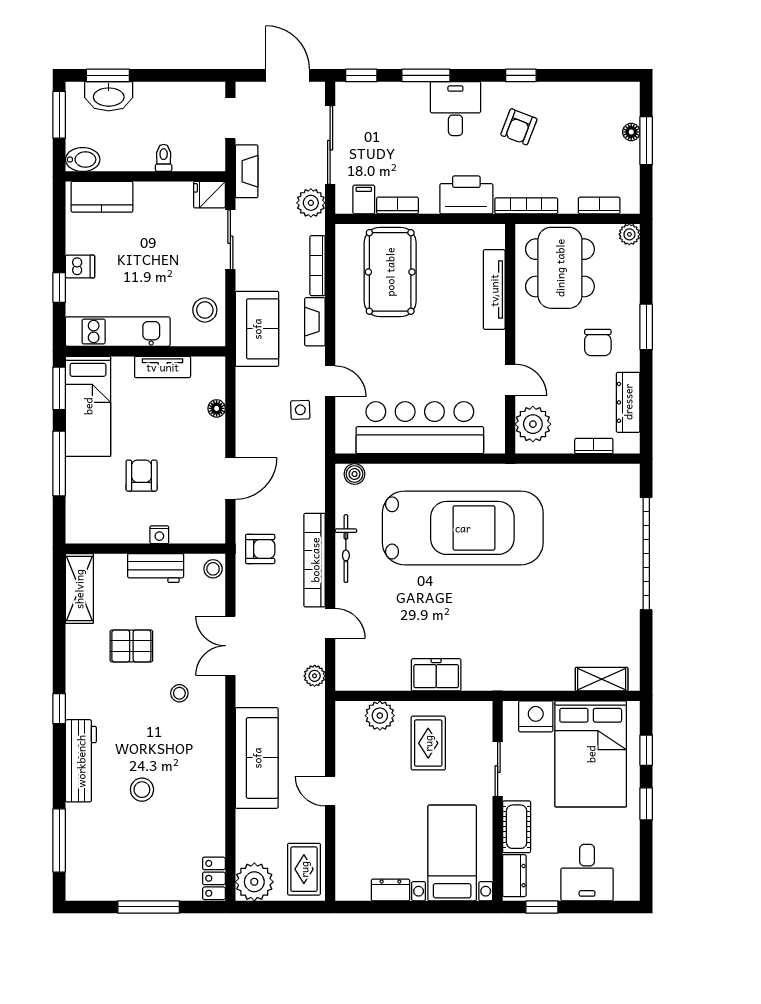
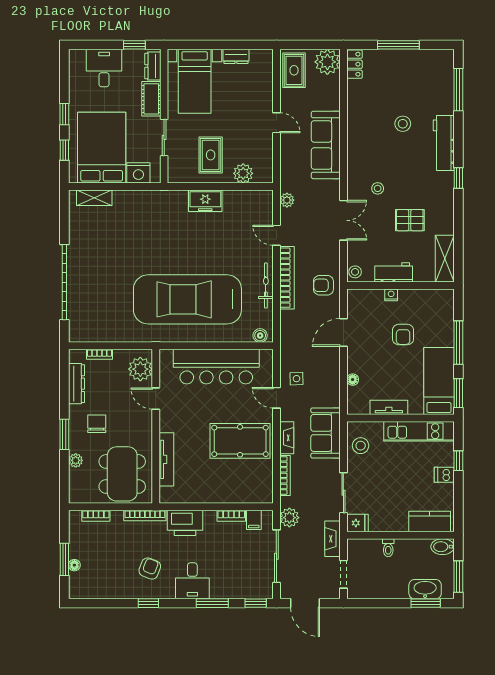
plant: (629, 234) -> (76, 460), moved
pool table: (390, 272) -> (240, 441), moved, turned 90

